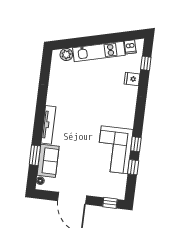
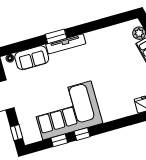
corner sofa: (115, 150) -> (67, 110), width x1.36, depth x1.36
window: (35, 155) -> (56, 36), moved

